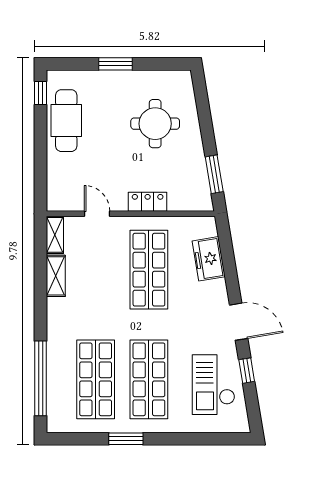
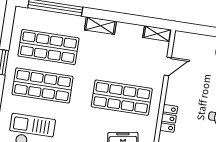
locker: (148, 202) -> (169, 118), moved
shelving: (56, 276) -> (100, 26), moved

